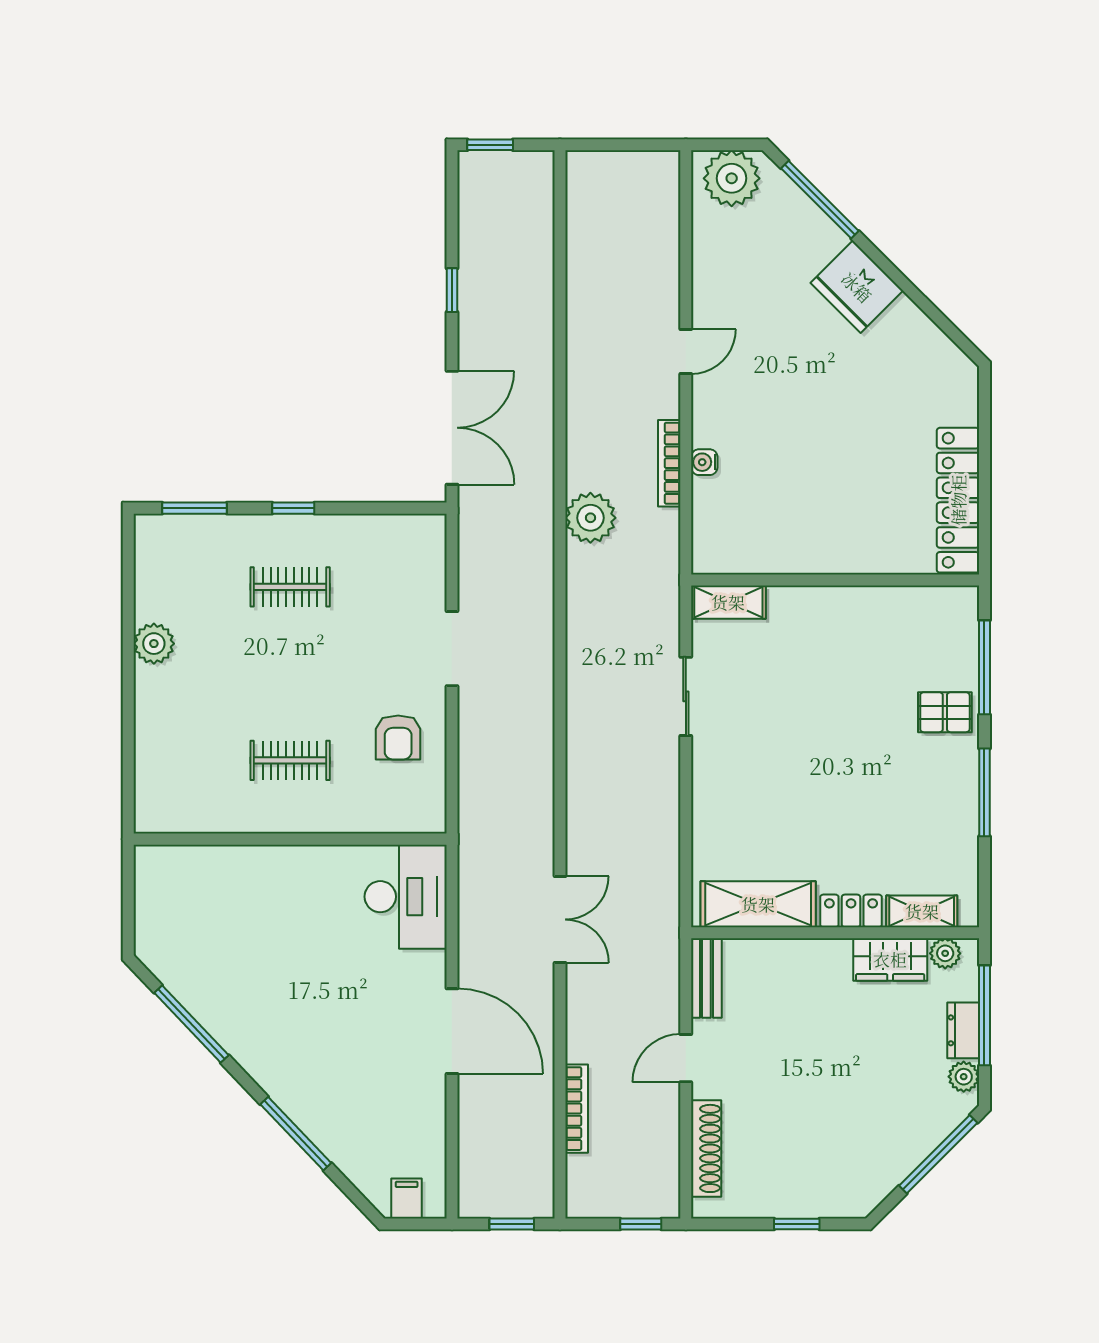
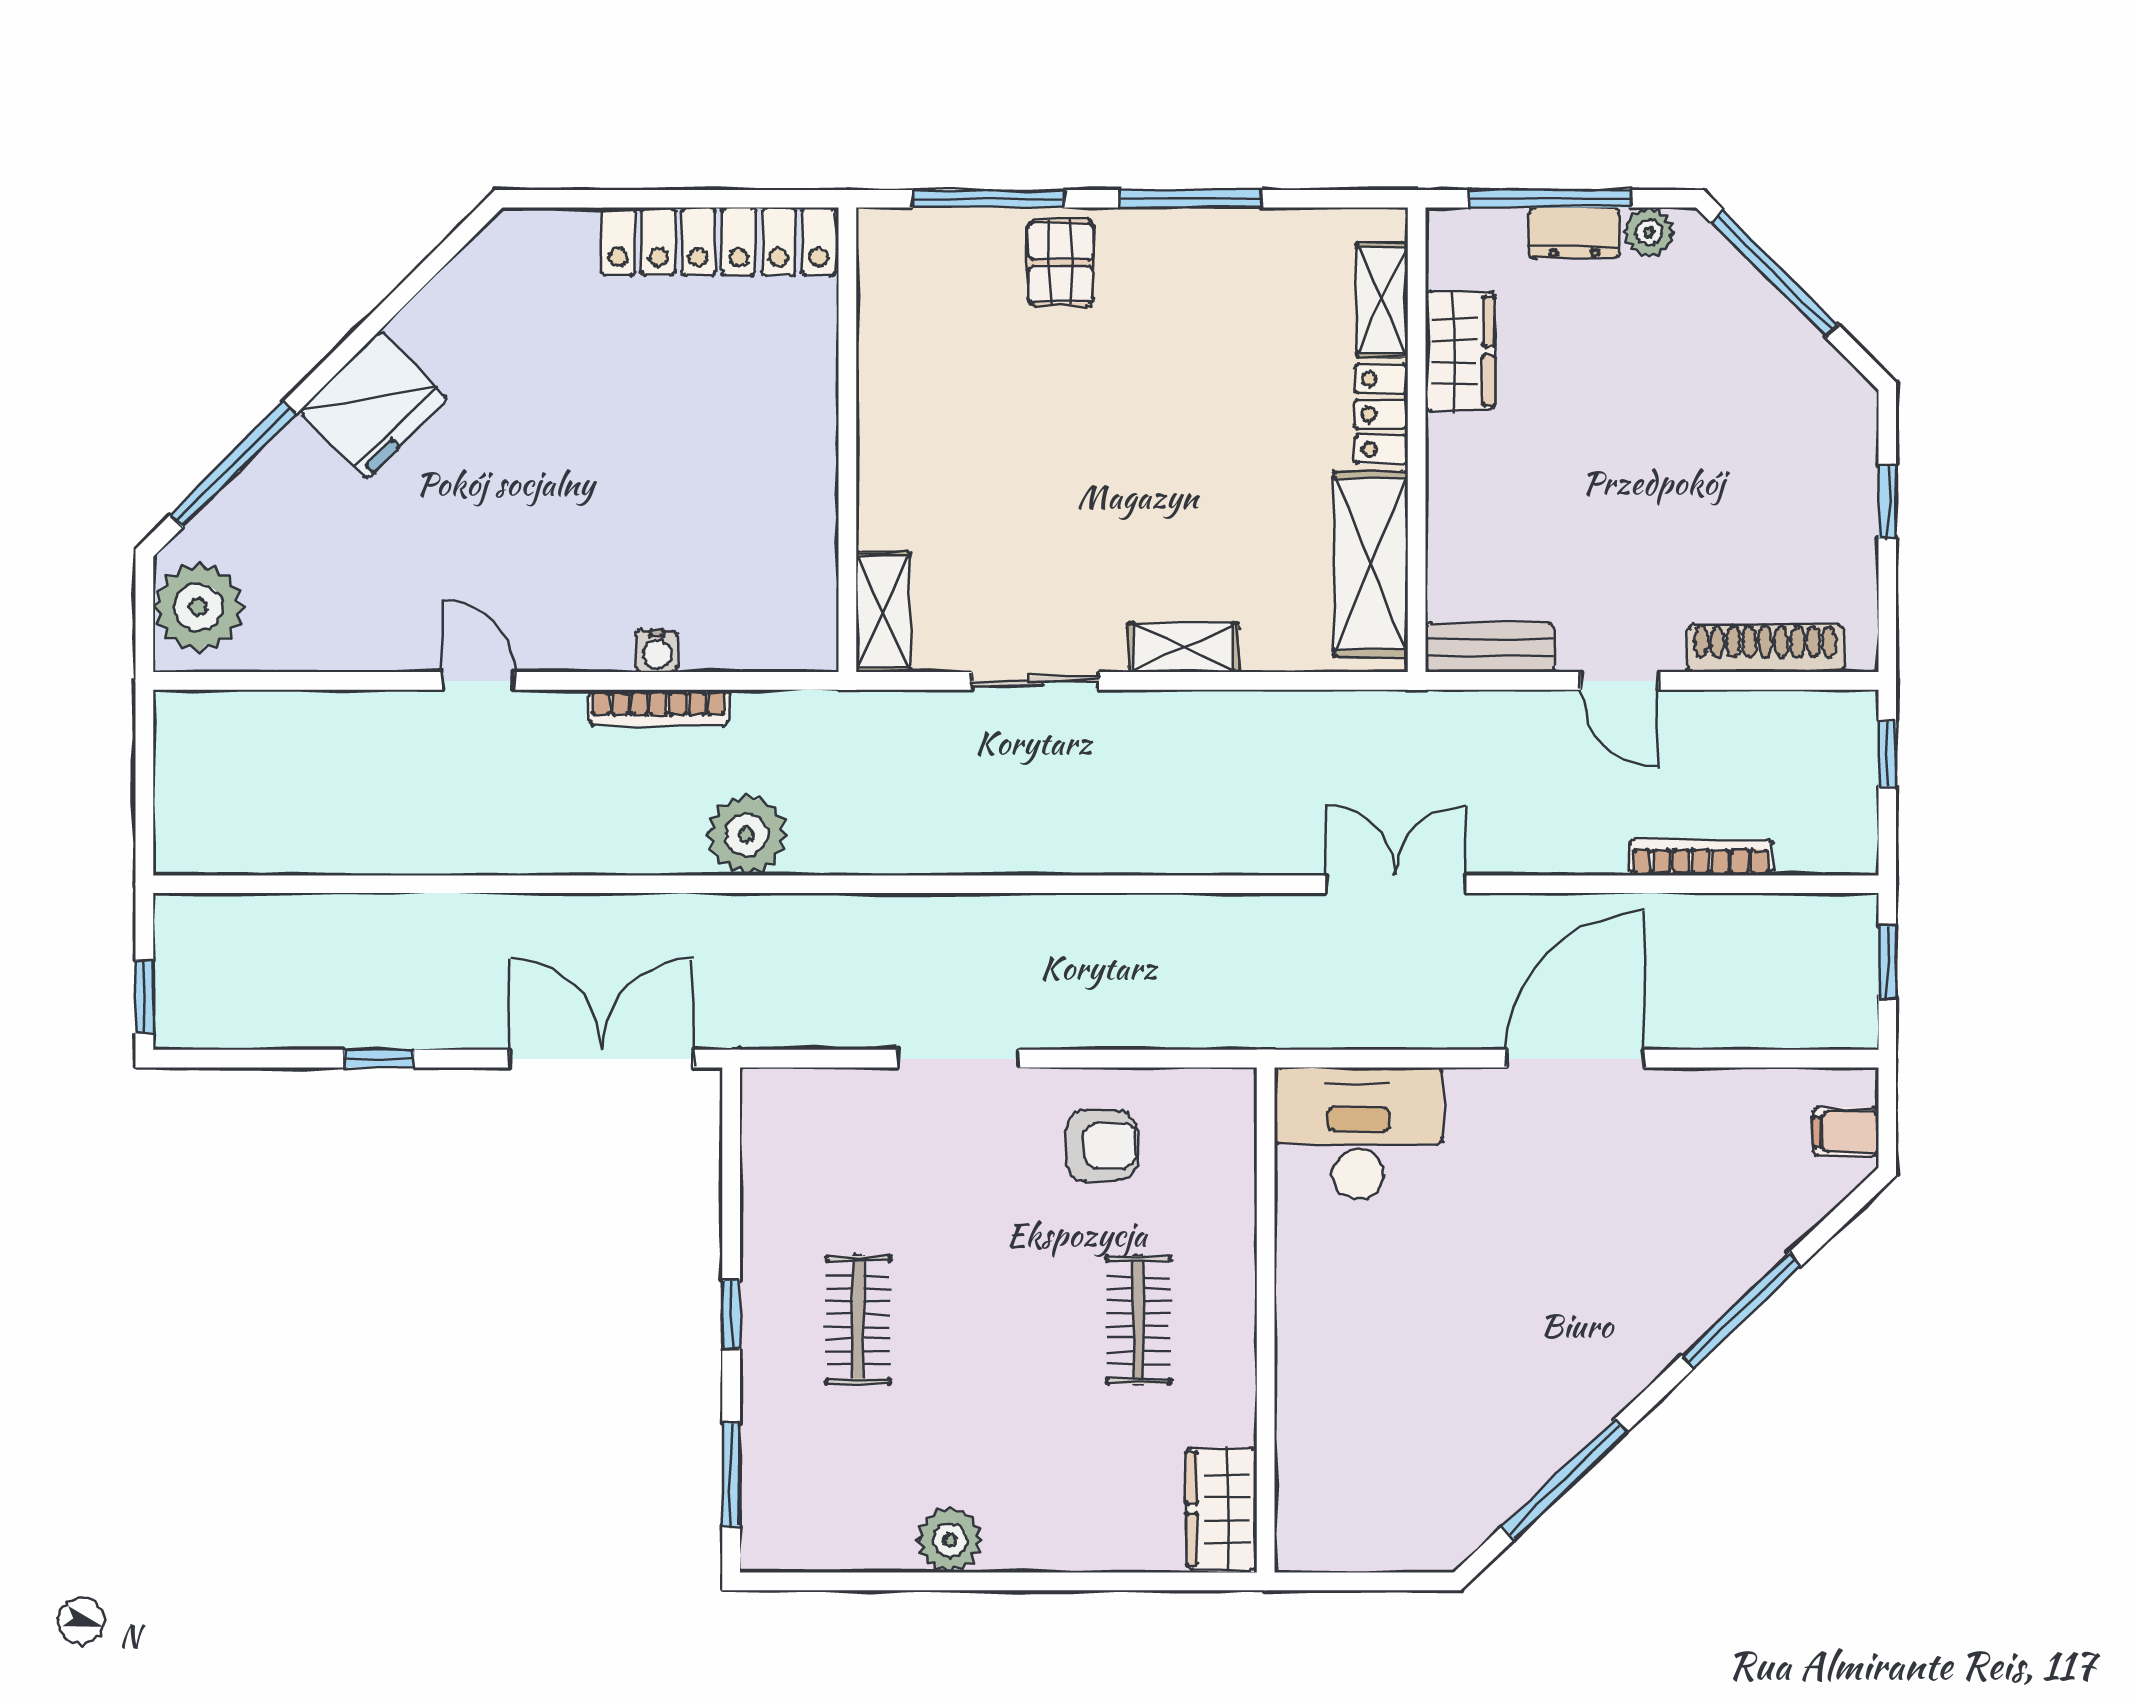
shelving: (706, 788) -> (1183, 648), added
wardrobe: (173, 812) -> (1222, 1509), added
plant: (945, 953) -> (1450, 262), removed

